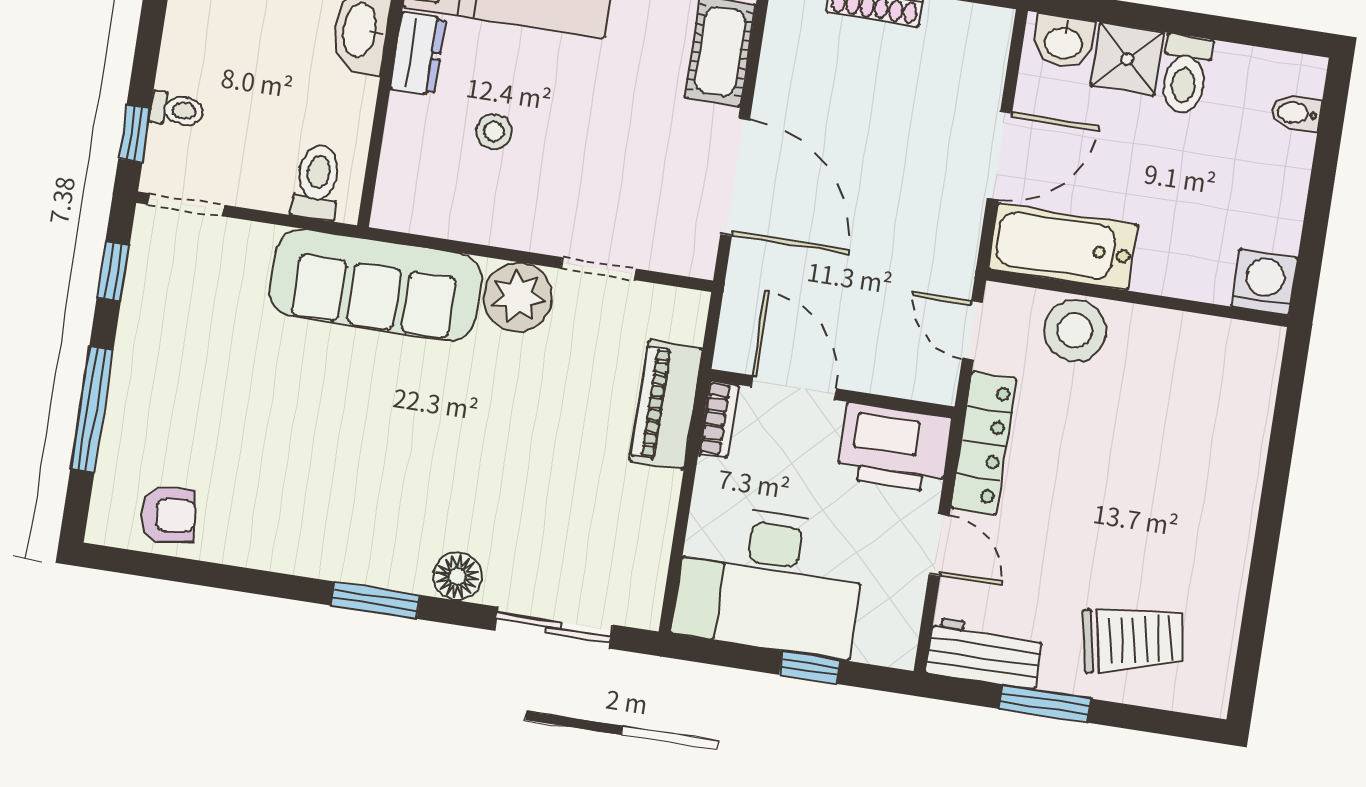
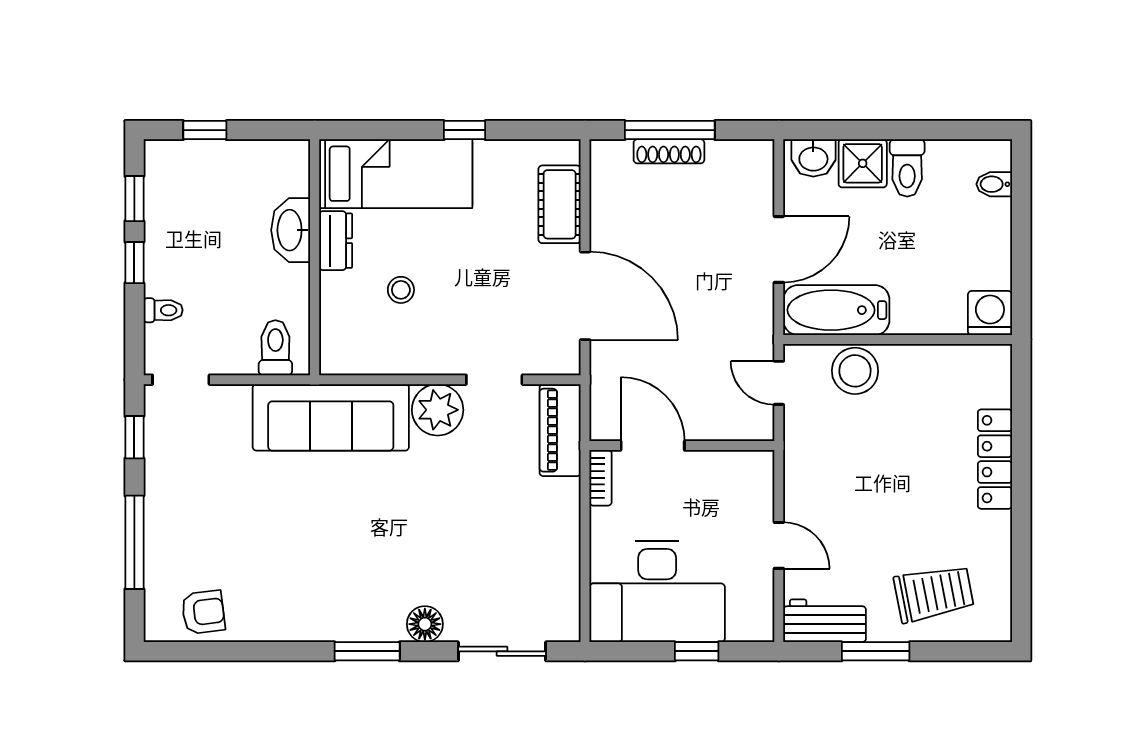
window: (135, 133) -> (134, 263), moved
piano: (666, 405) -> (560, 430), moved
locker: (984, 443) -> (995, 459), moved, turned 180
printer: (894, 448) -> (734, 479), removed

